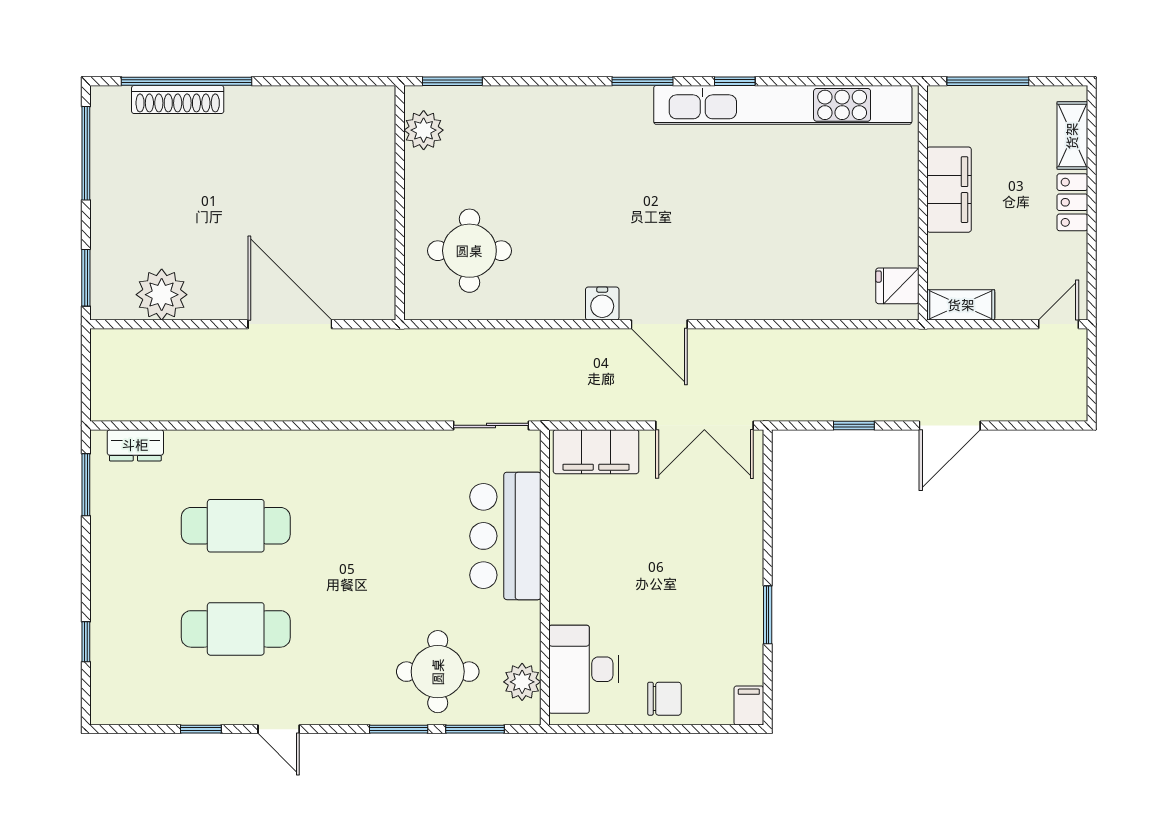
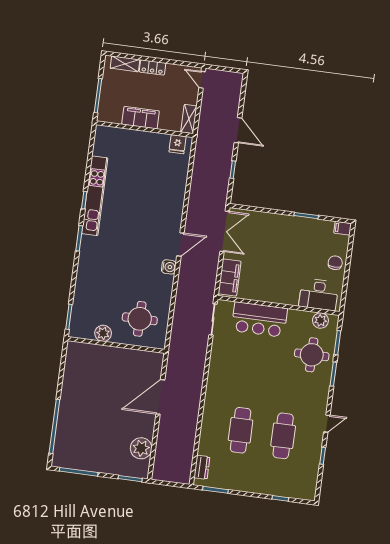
shoe rack: (178, 100) -> (61, 431), removed
kitchen unit: (783, 105) -> (95, 196), width x0.73
plant: (424, 130) -> (103, 333), moved

